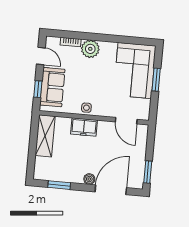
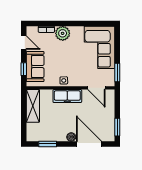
window: (156, 80) -> (117, 72), moved
freezer: (84, 127) -> (67, 96), width x1.40
door: (111, 190) -> (89, 144), hinge flipped

